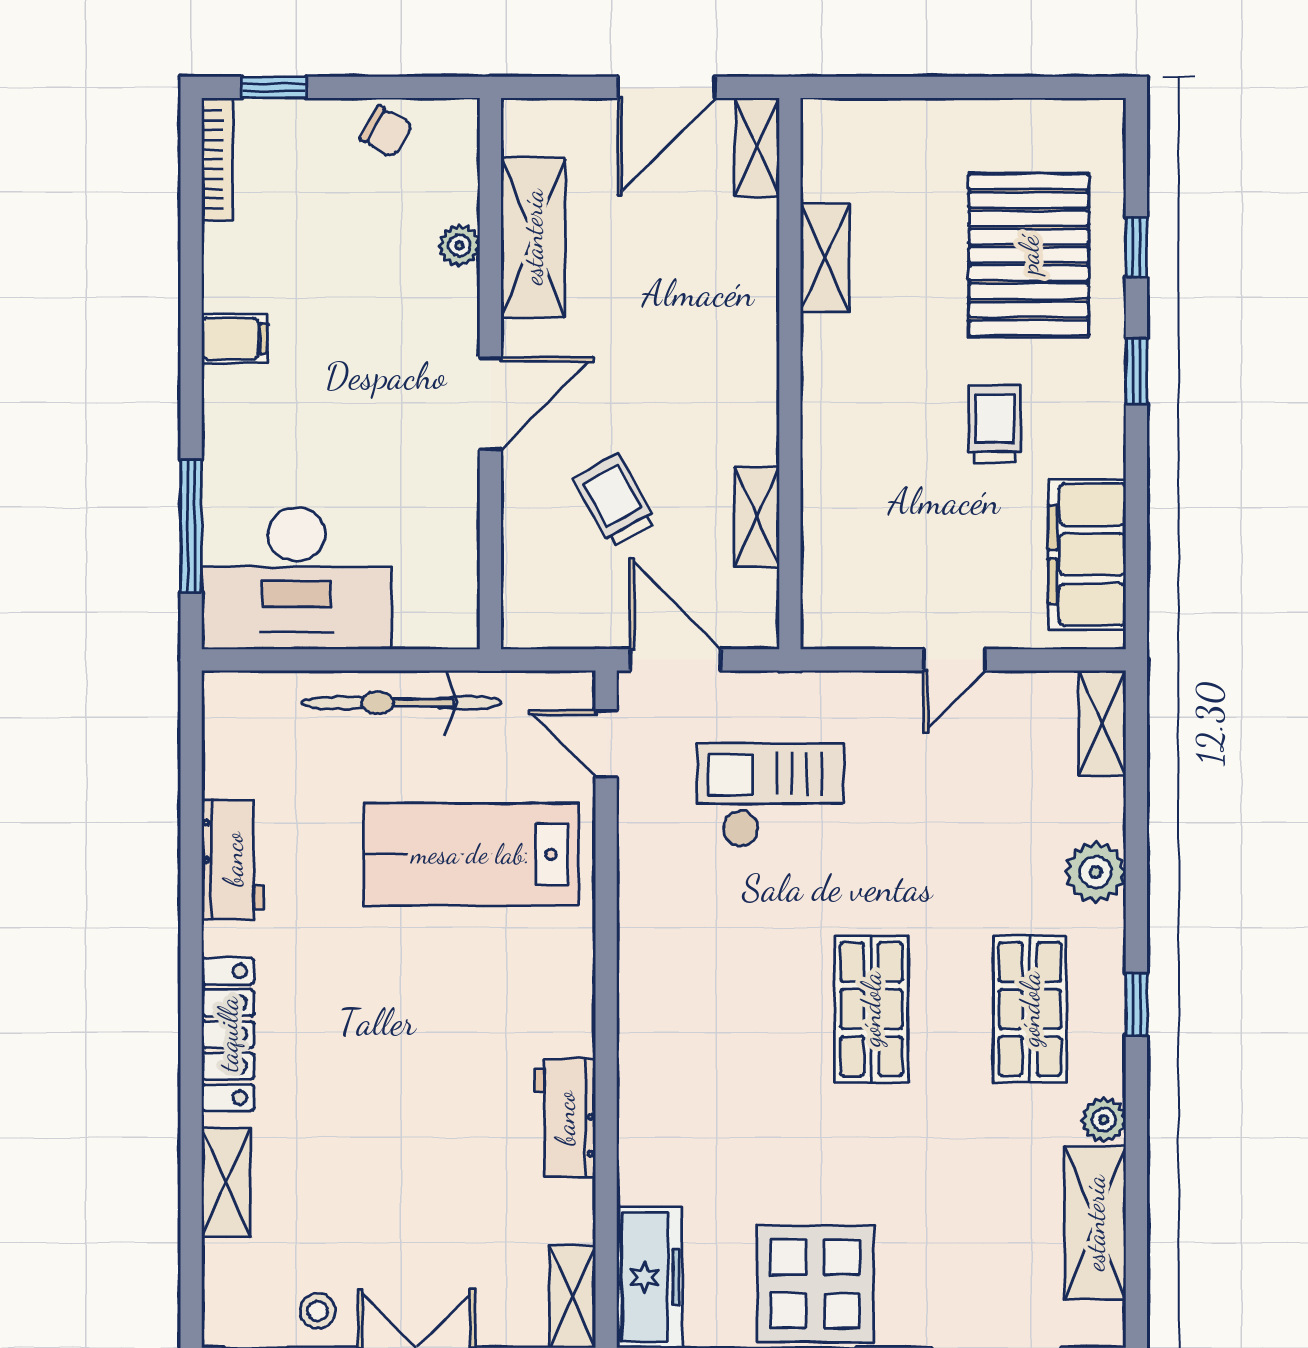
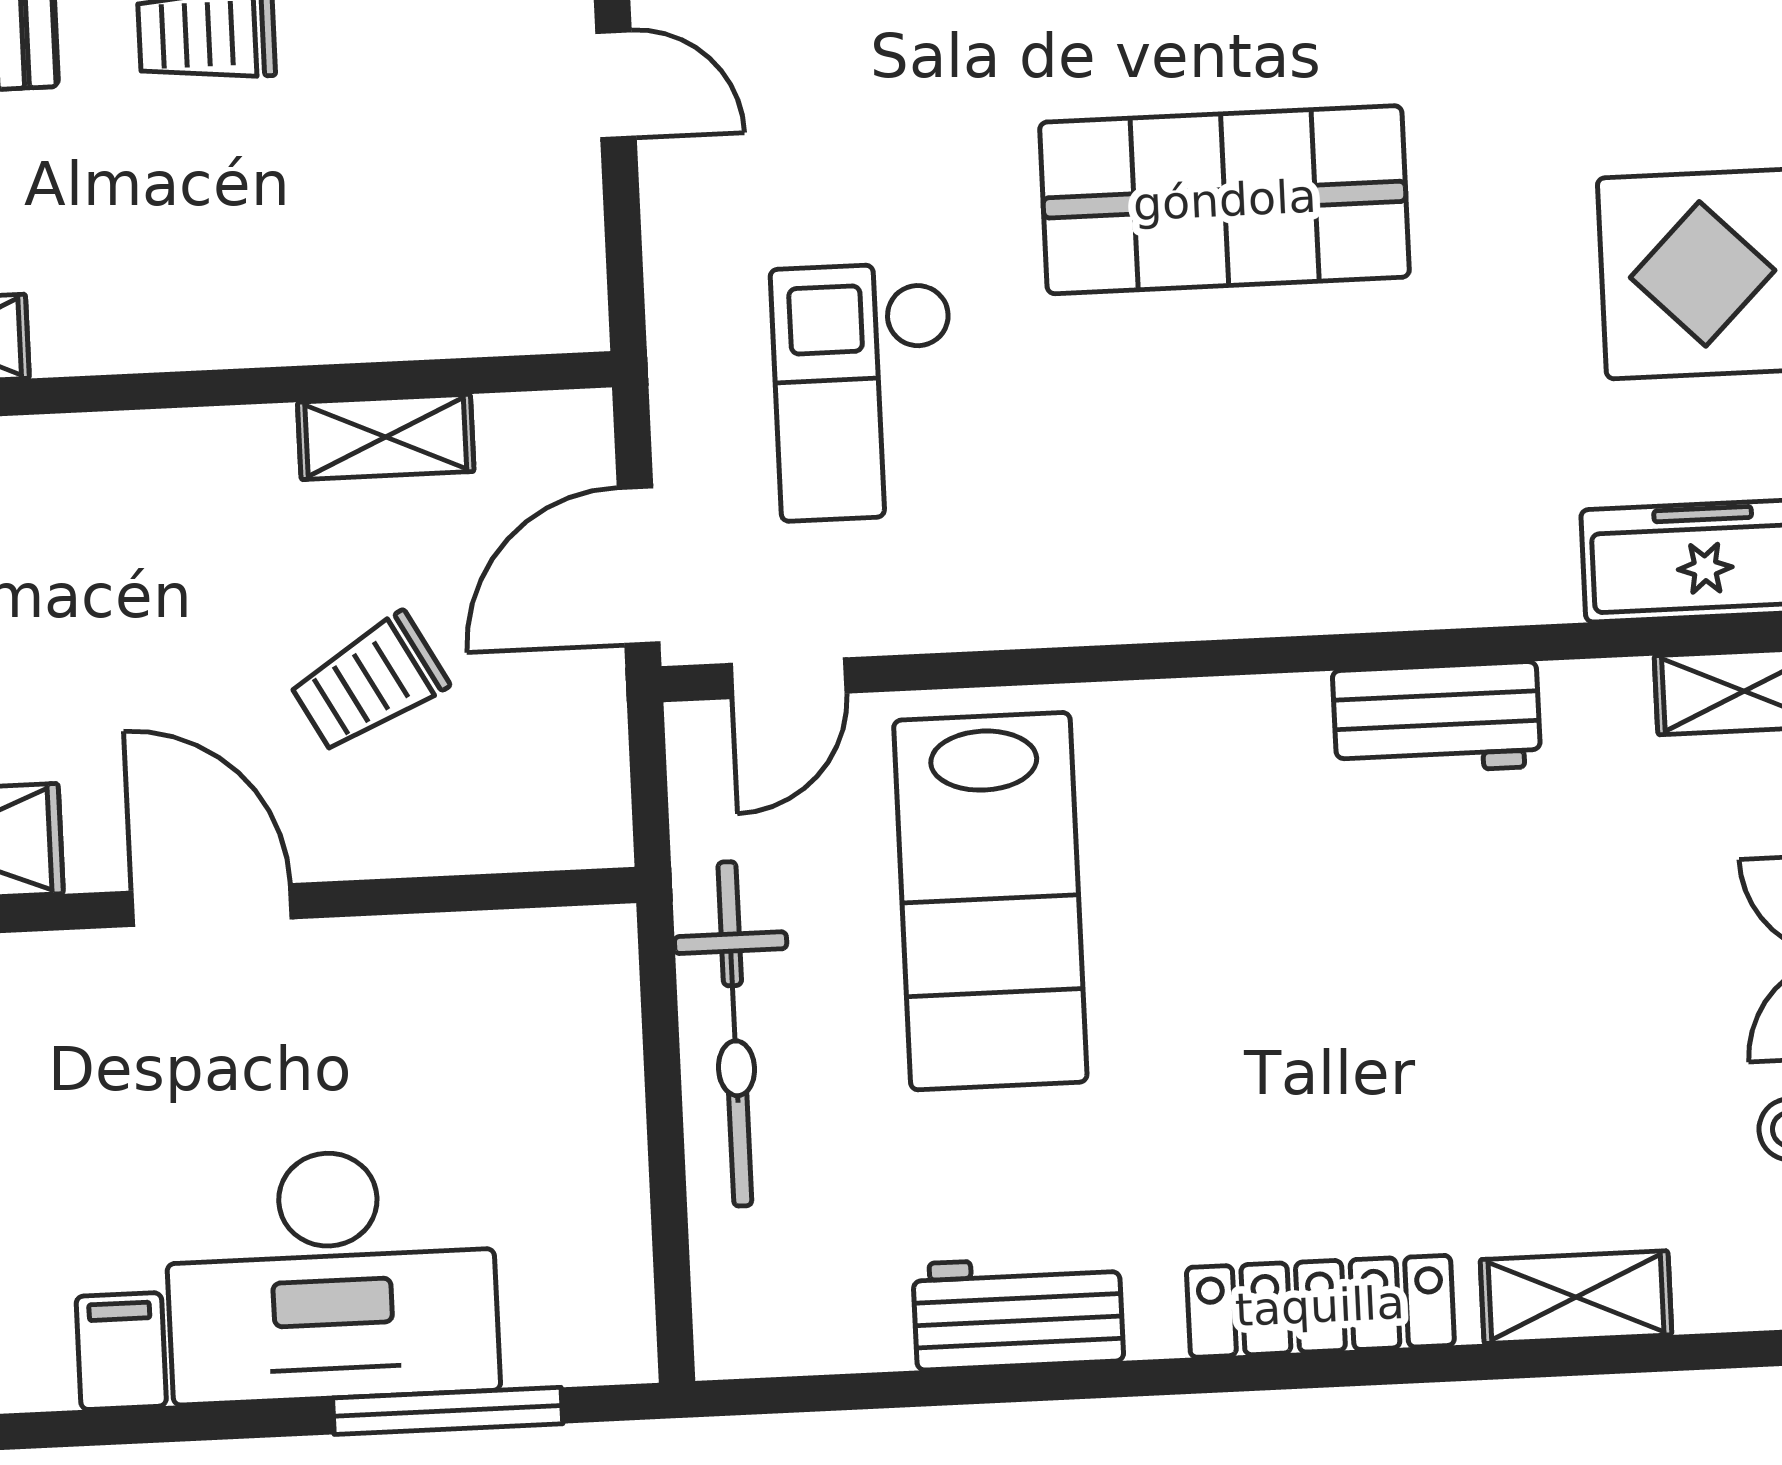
desk: (297, 578) -> (331, 1276), moved, turned 90
shop shelf: (871, 1009) -> (1225, 200), width x1.43, depth x1.36

